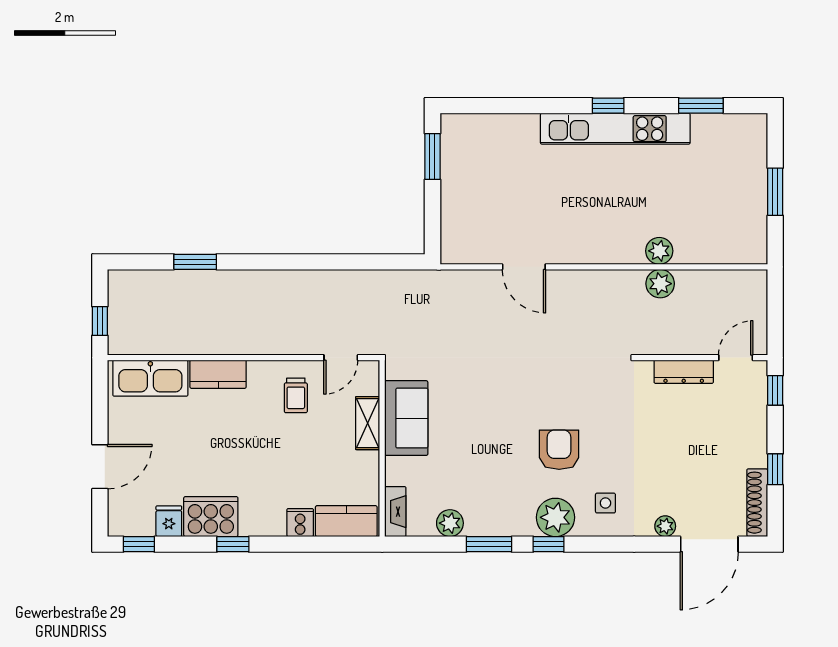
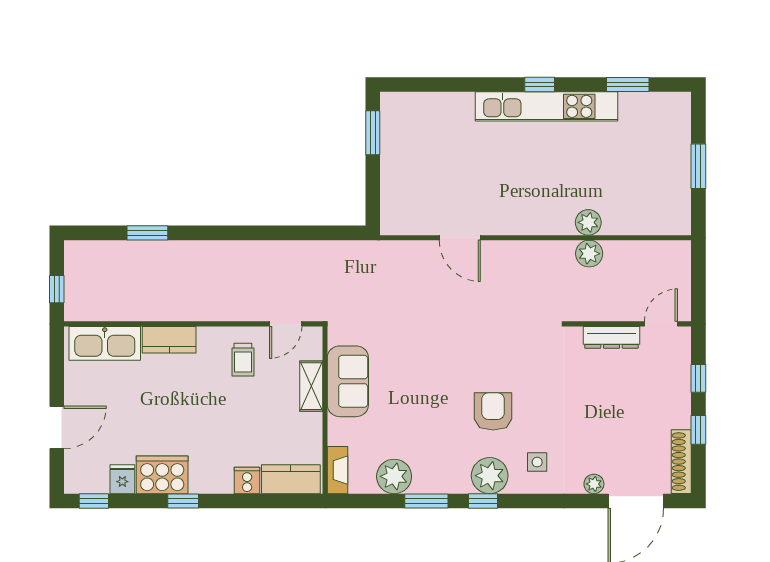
window: (775, 390) -> (698, 378), moved
plant: (450, 523) -> (394, 476), width x1.36, depth x1.36

